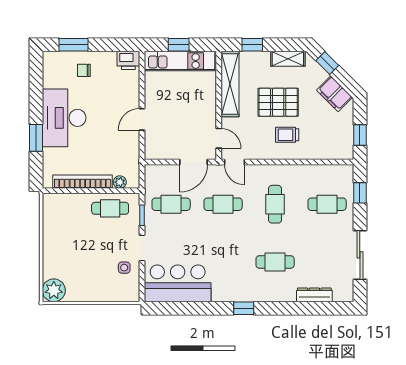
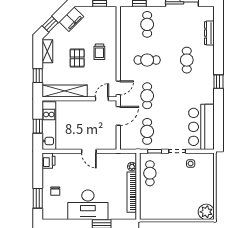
pallet: (278, 102) -> (77, 58), width x0.67, depth x0.71
door: (194, 162) -> (118, 116), hinge flipped

